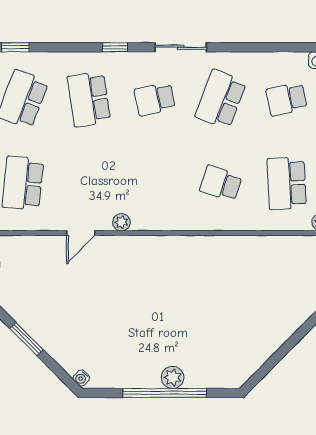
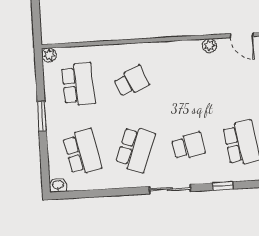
school desk: (287, 99) -> (82, 152), width x1.85
school desk: (221, 183) -> (131, 81), turned -42
door: (81, 233) -> (242, 35), swing flipped

